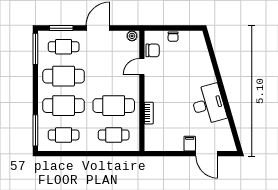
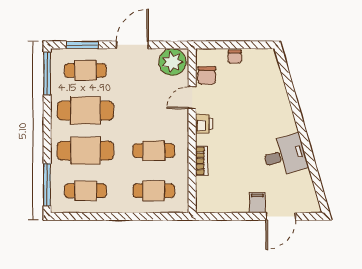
plant: (132, 36) -> (172, 62), width x1.88, depth x1.88
chair: (153, 50) -> (207, 75), turned 90
printer: (151, 86) -> (204, 124), added
desk: (208, 104) -> (285, 155), width x0.73
cafe table: (114, 106) -> (154, 151), width x0.73, depth x0.74
door: (207, 154) -> (281, 216), hinge flipped

